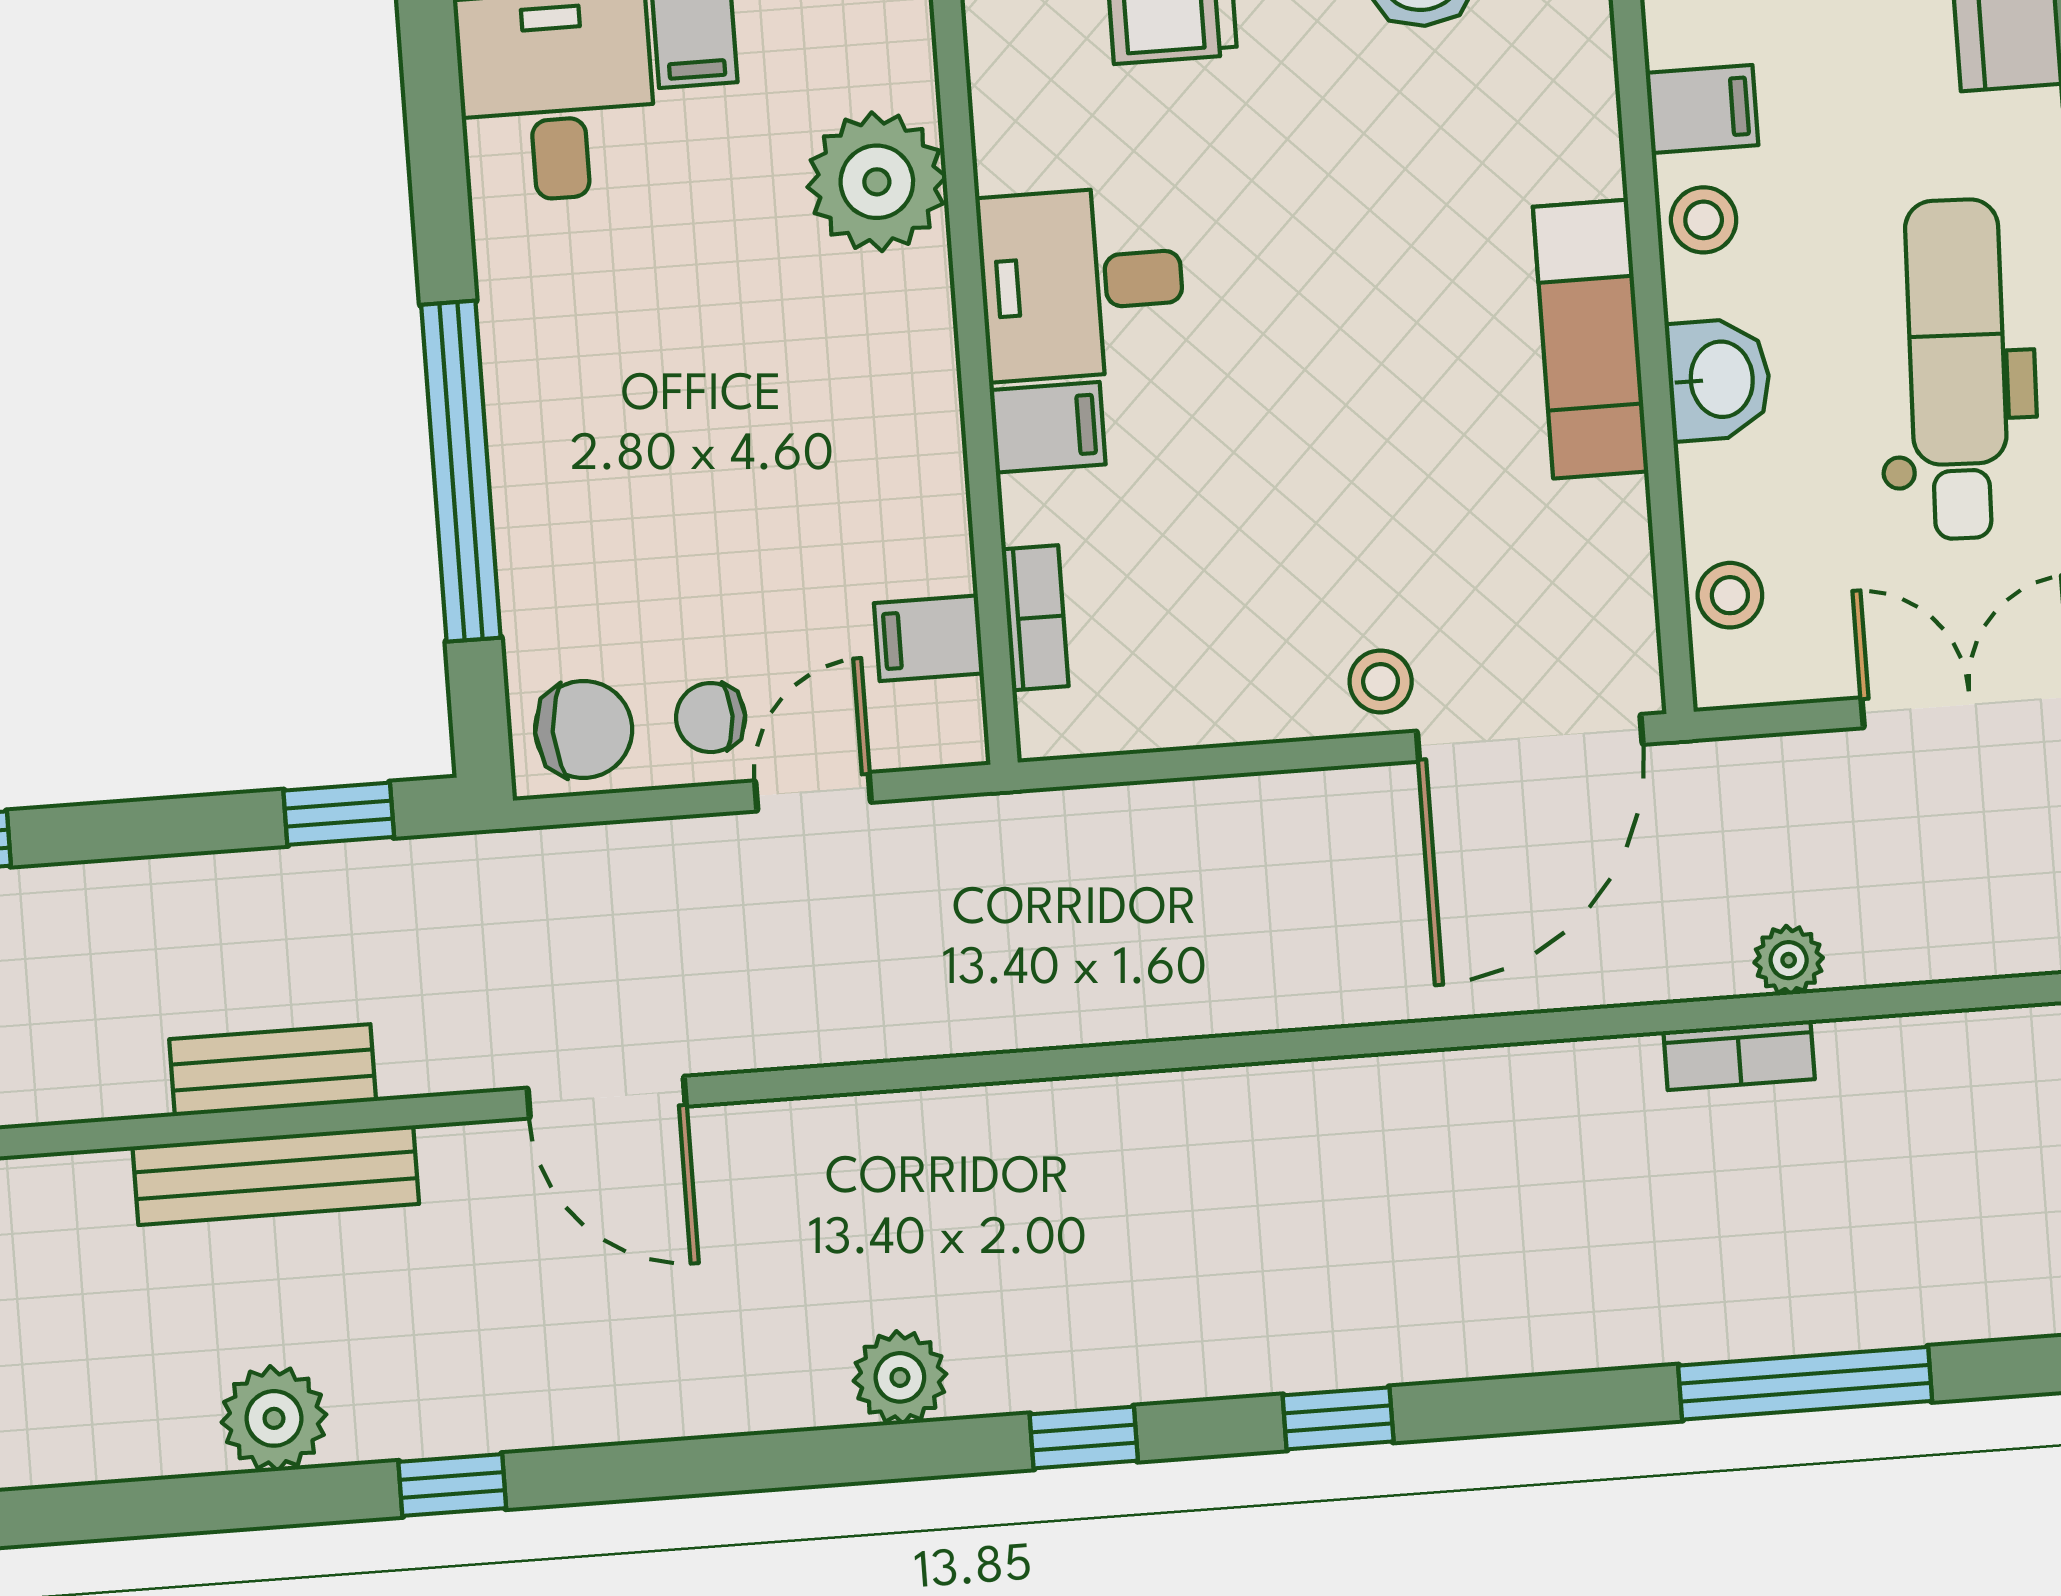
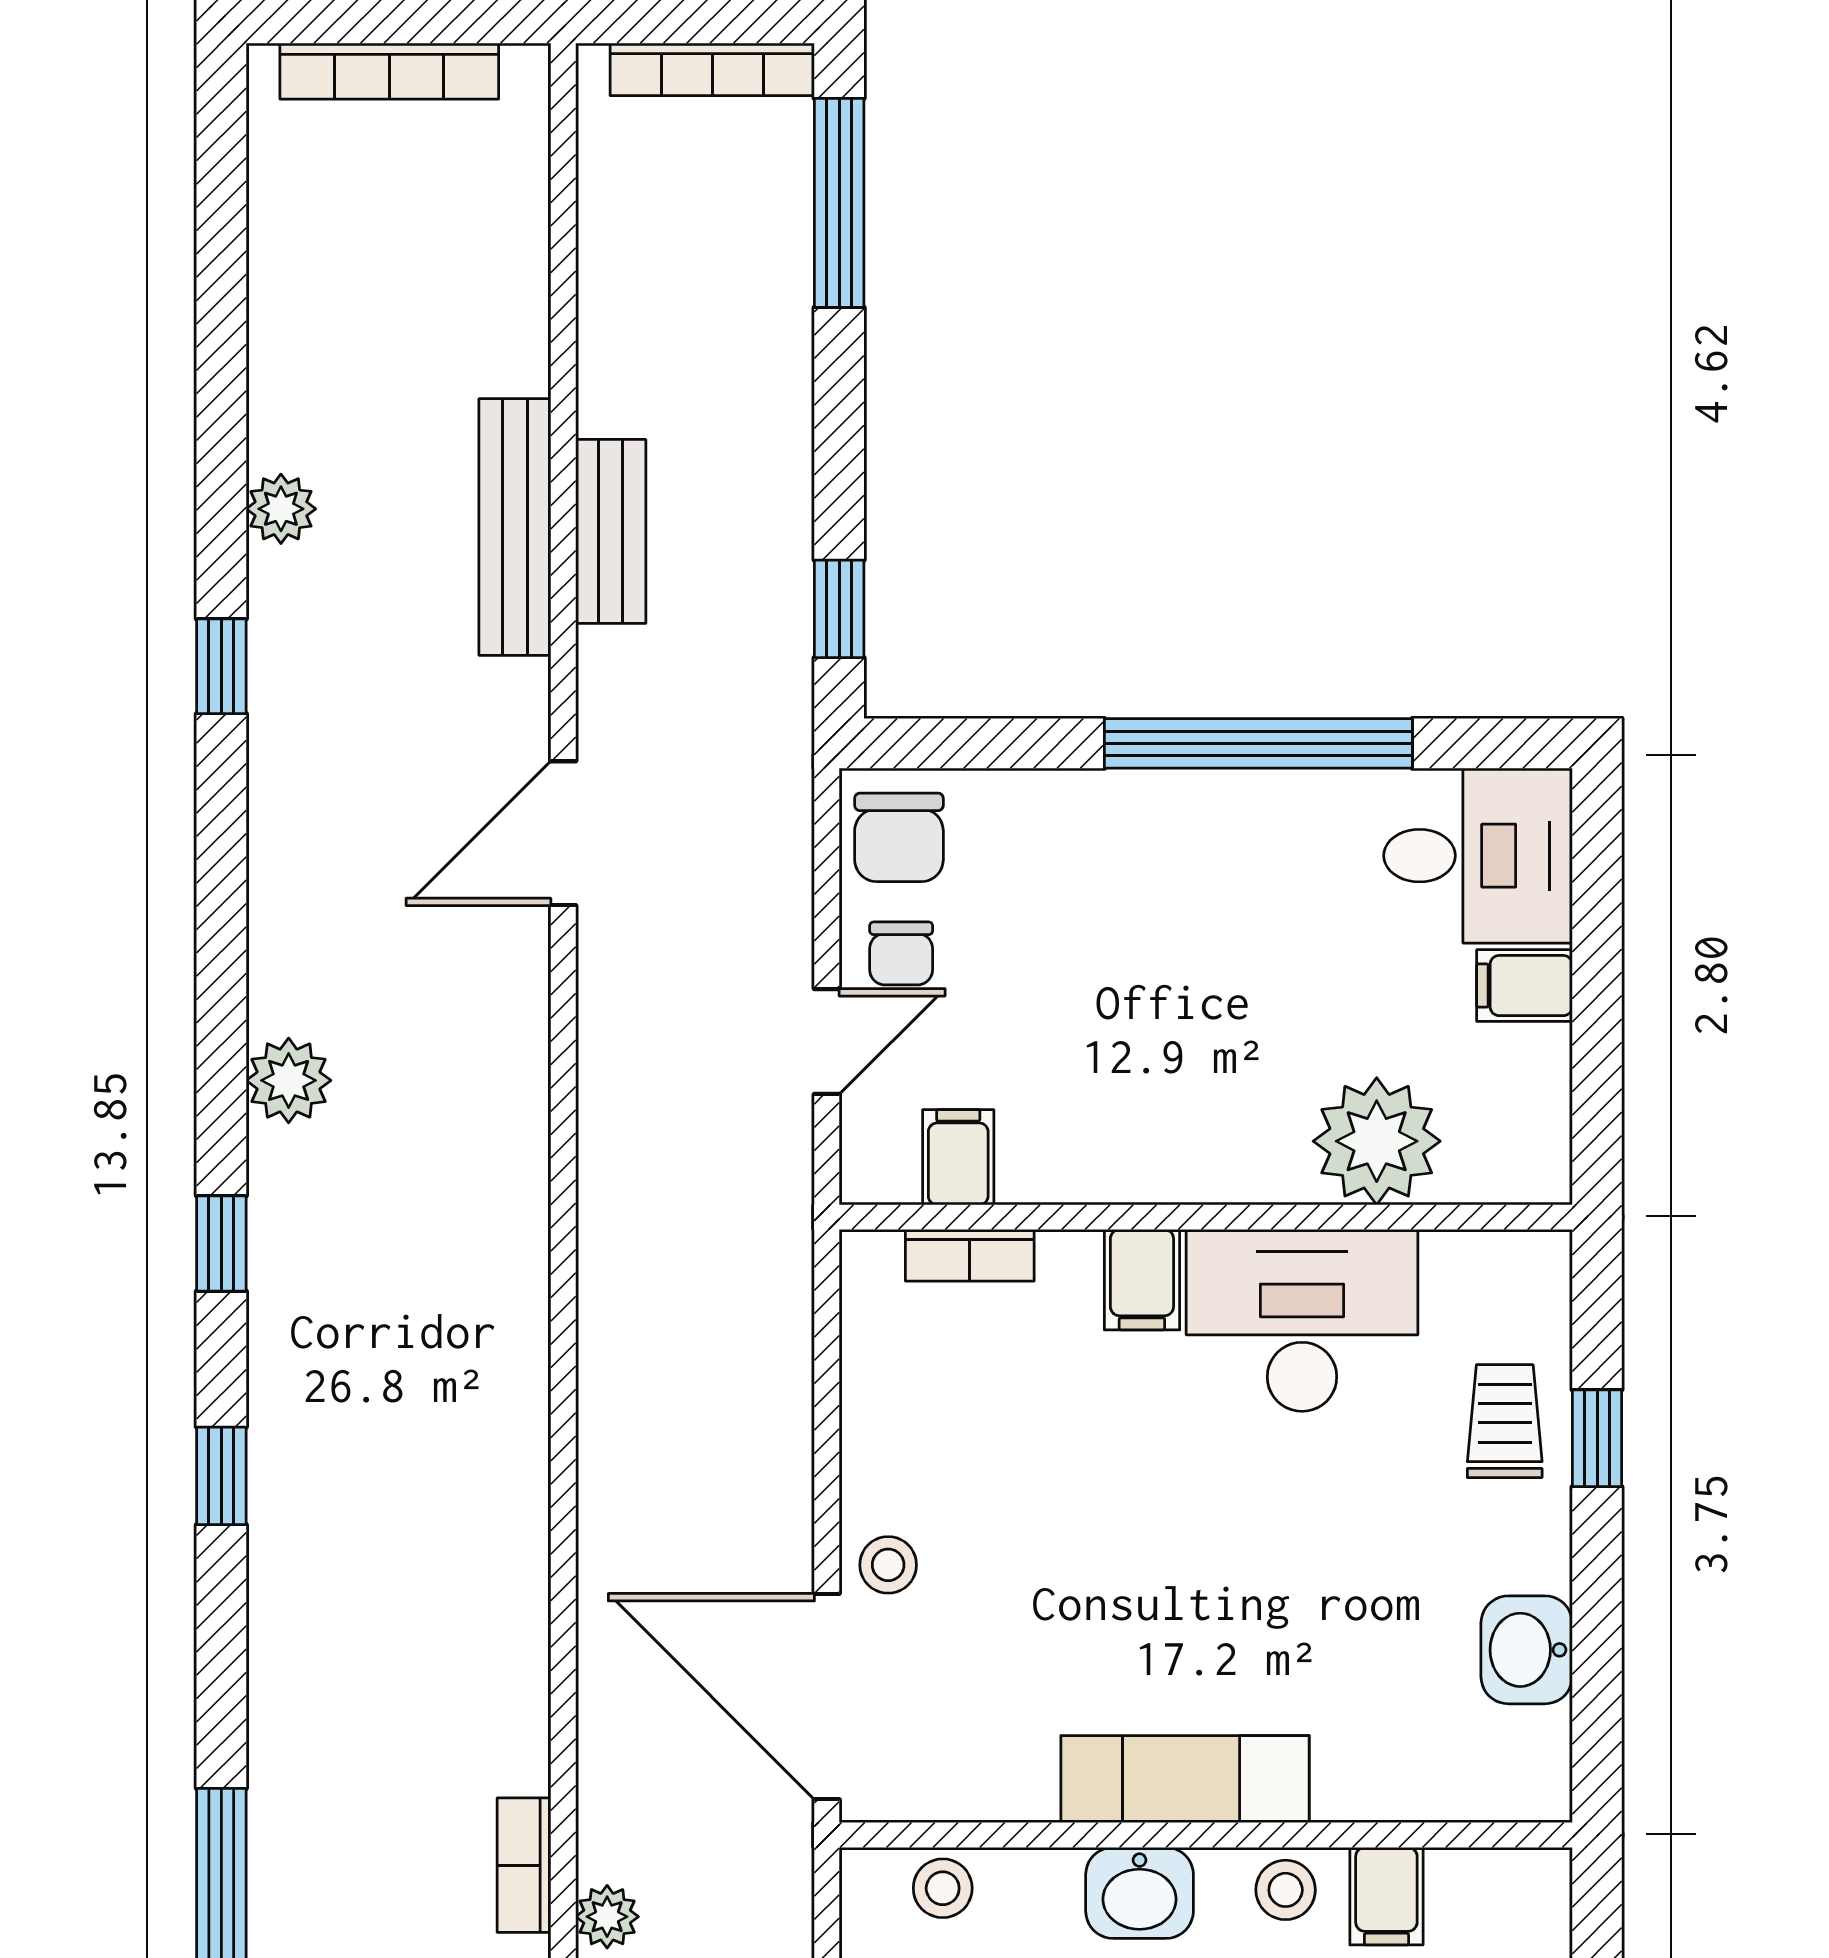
desk: (1082, 283) -> (1302, 1320), width x1.37
window: (461, 471) -> (1258, 743), moved
chair: (711, 718) -> (901, 953), turned 180
door: (813, 792) -> (827, 1042), hinge flipped
plant: (274, 1418) -> (281, 509), width x0.73, depth x0.73

